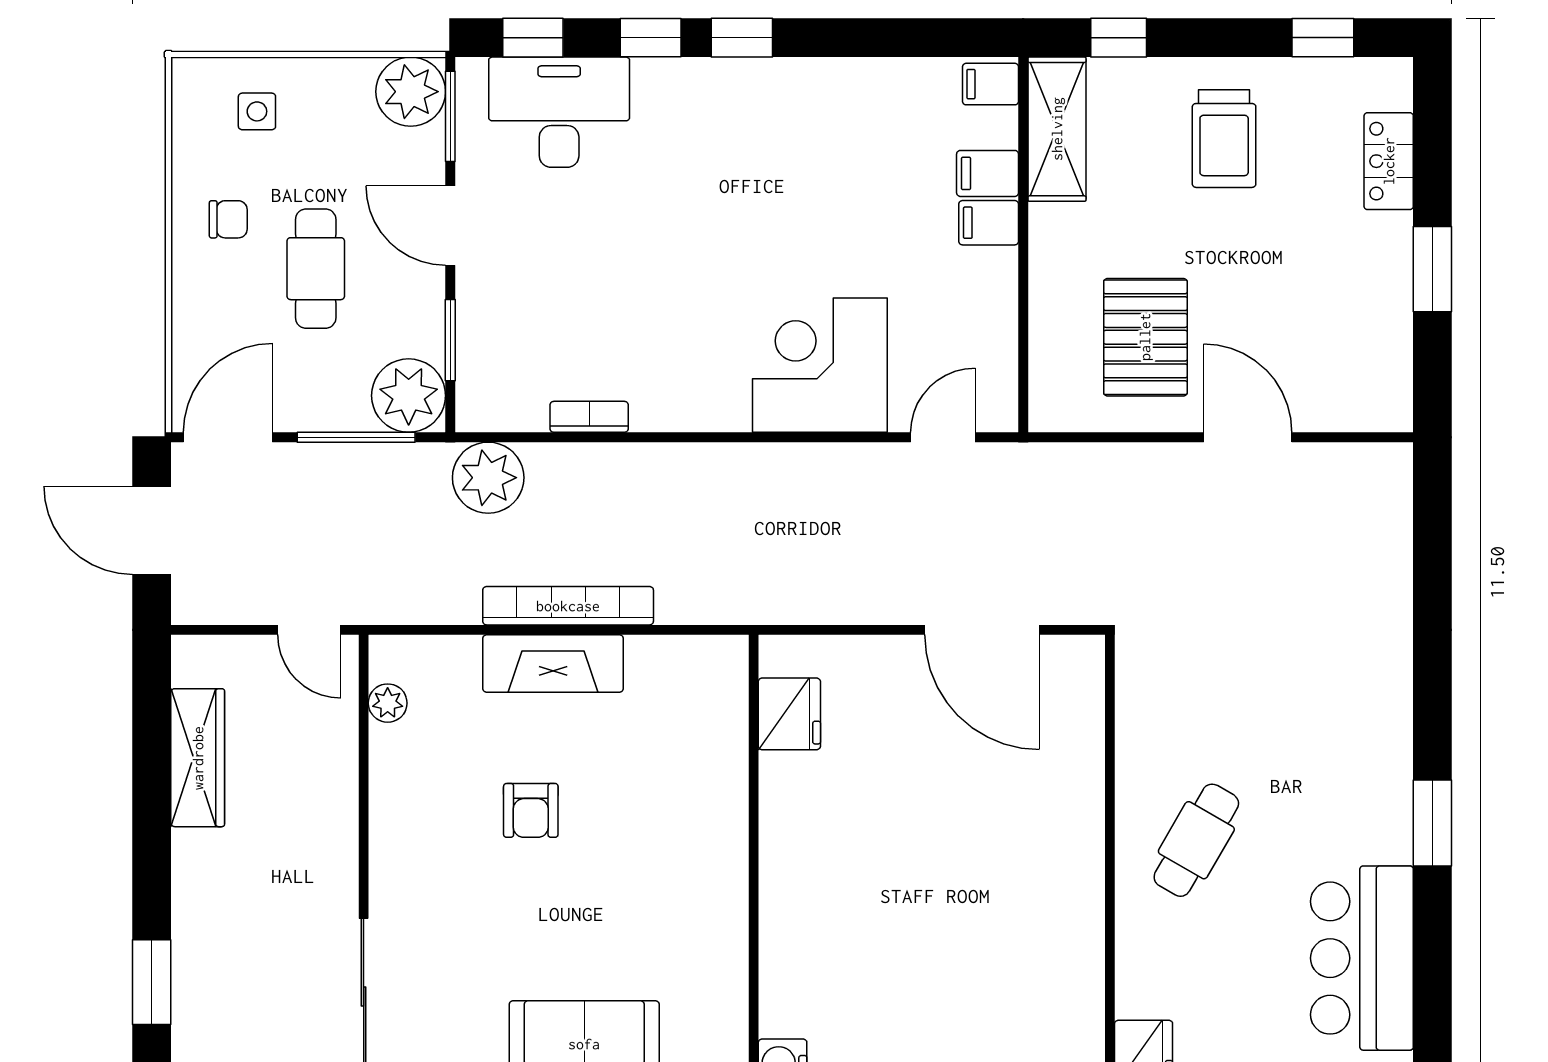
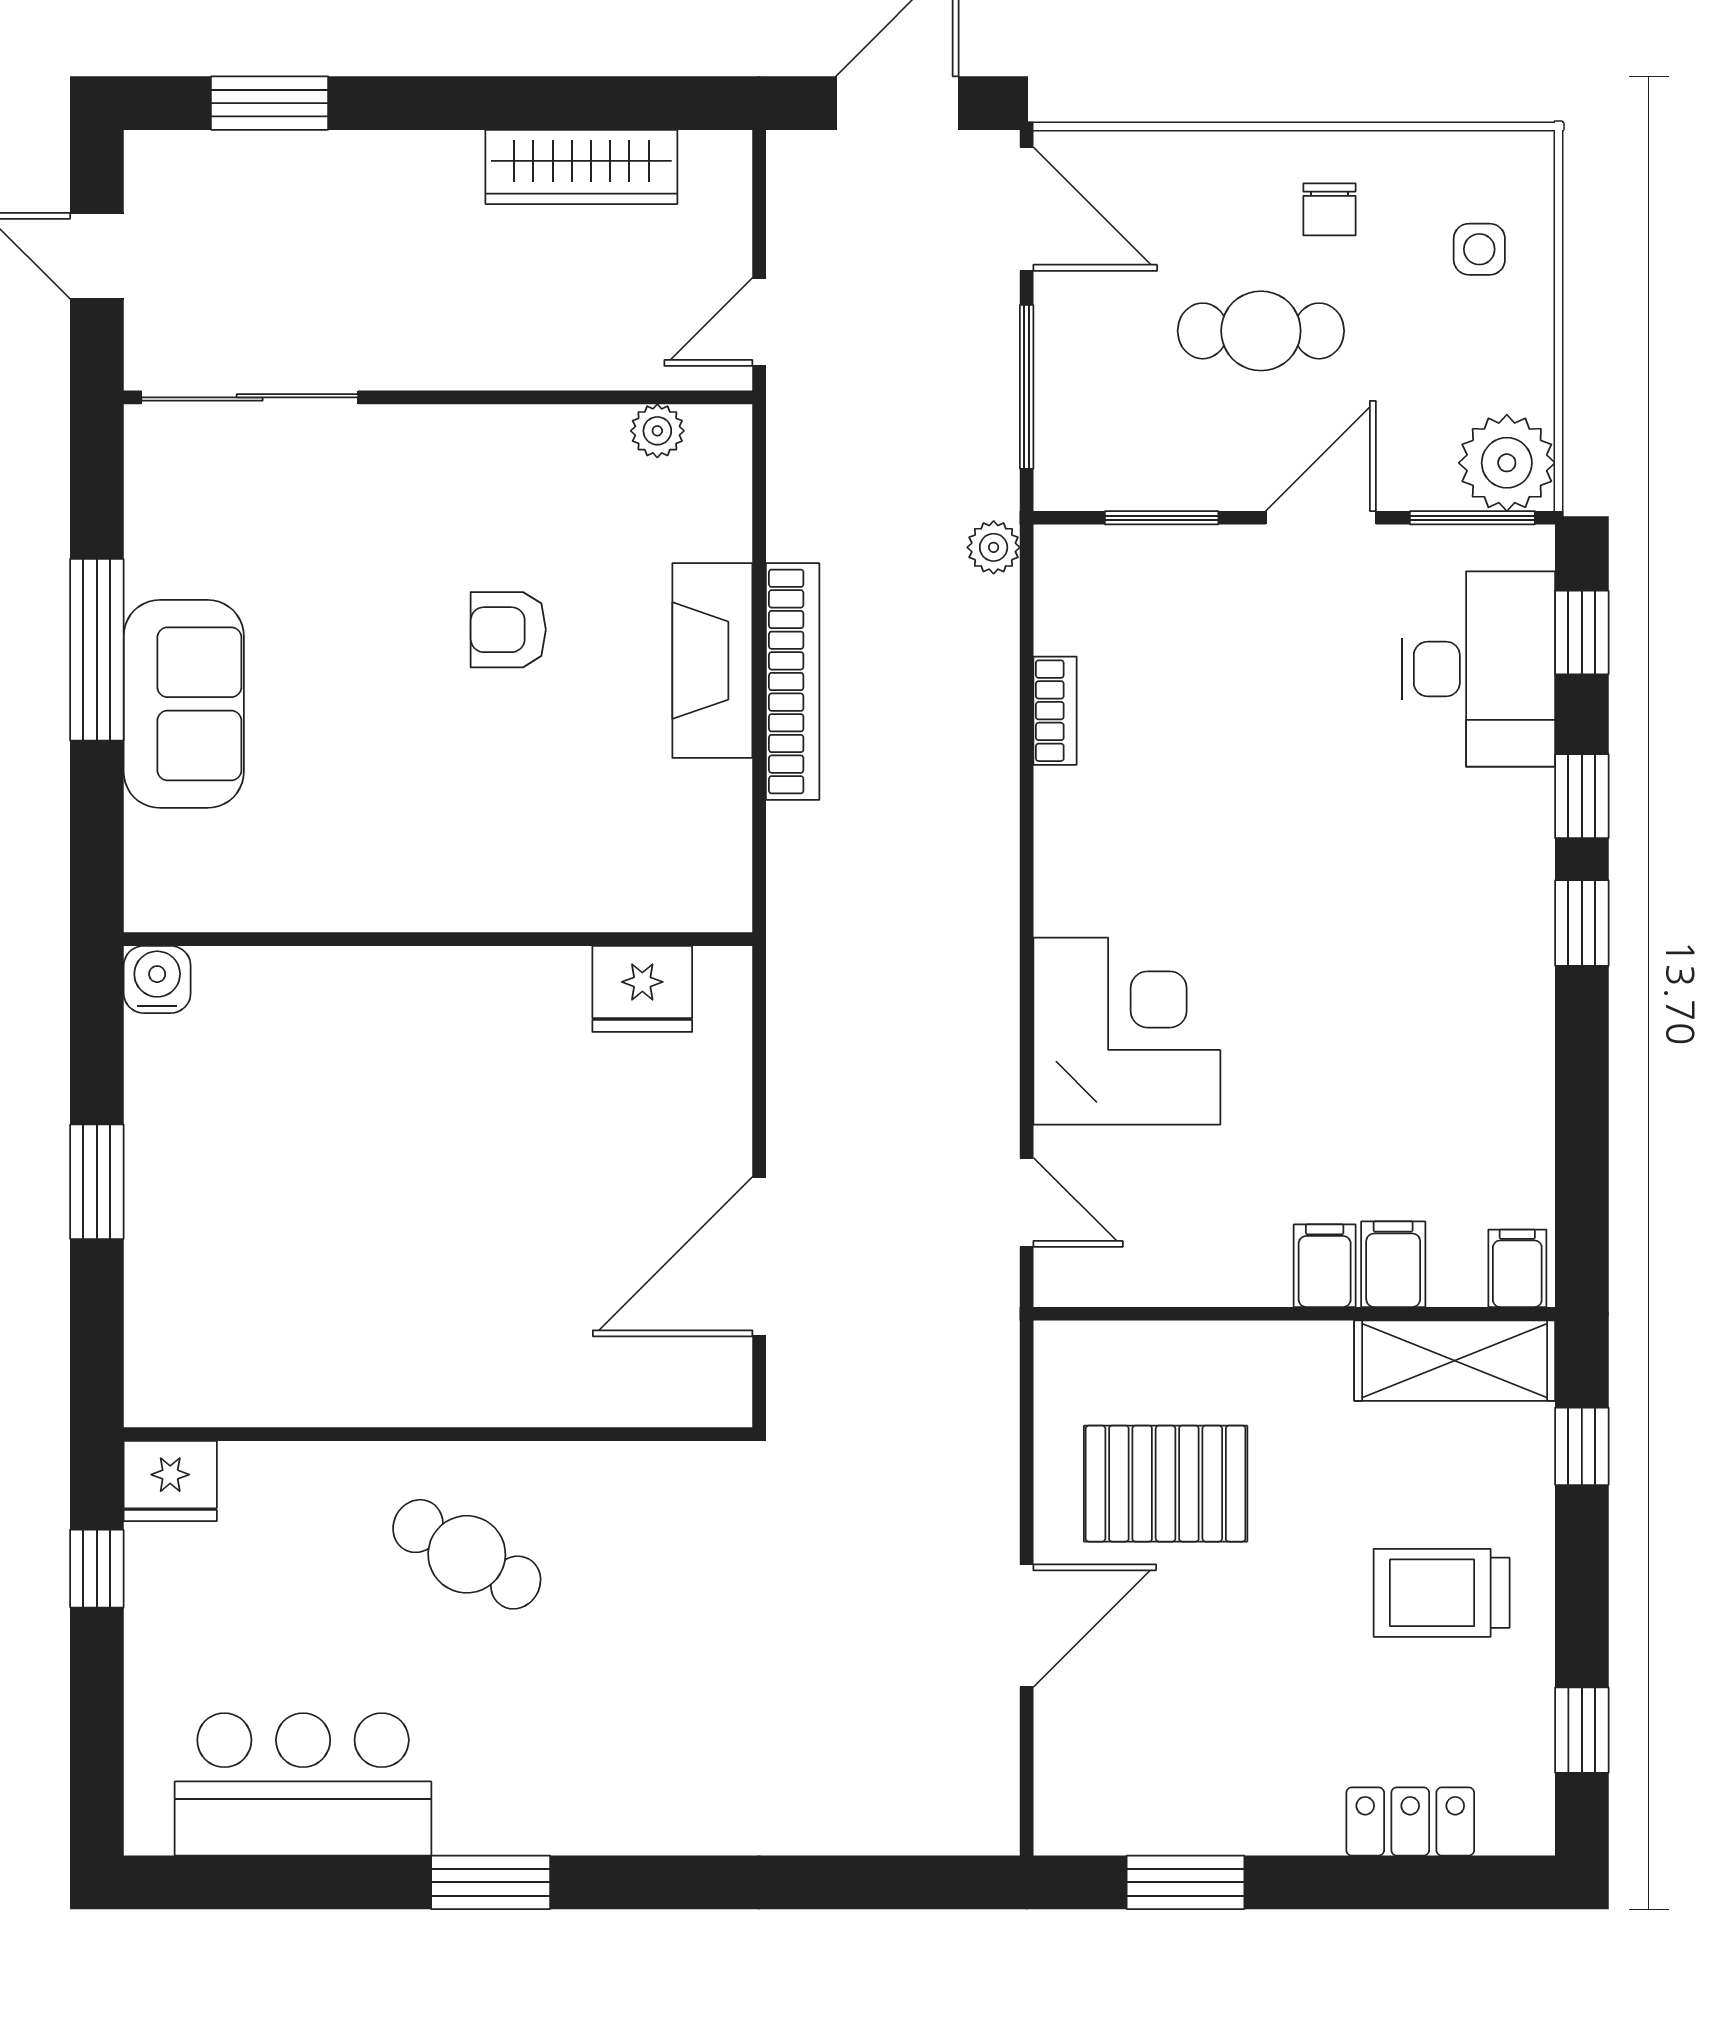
window: (1432, 269) -> (1185, 1882), moved
plant: (409, 396) -> (1085, 460), removed
plant: (488, 478) -> (994, 547), width x0.53, depth x0.53

